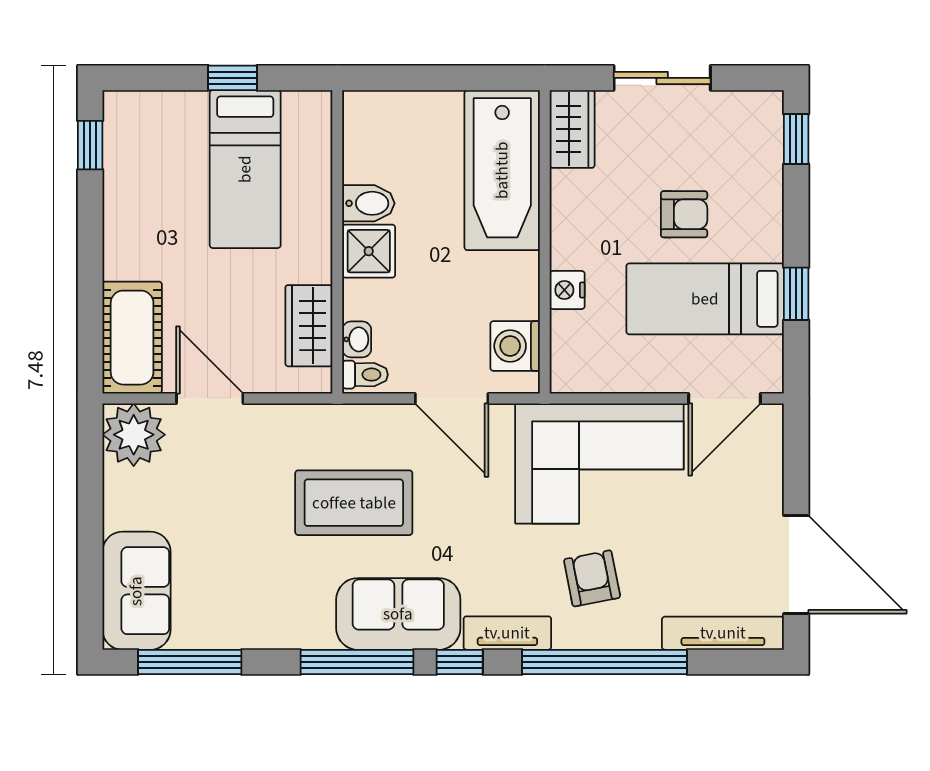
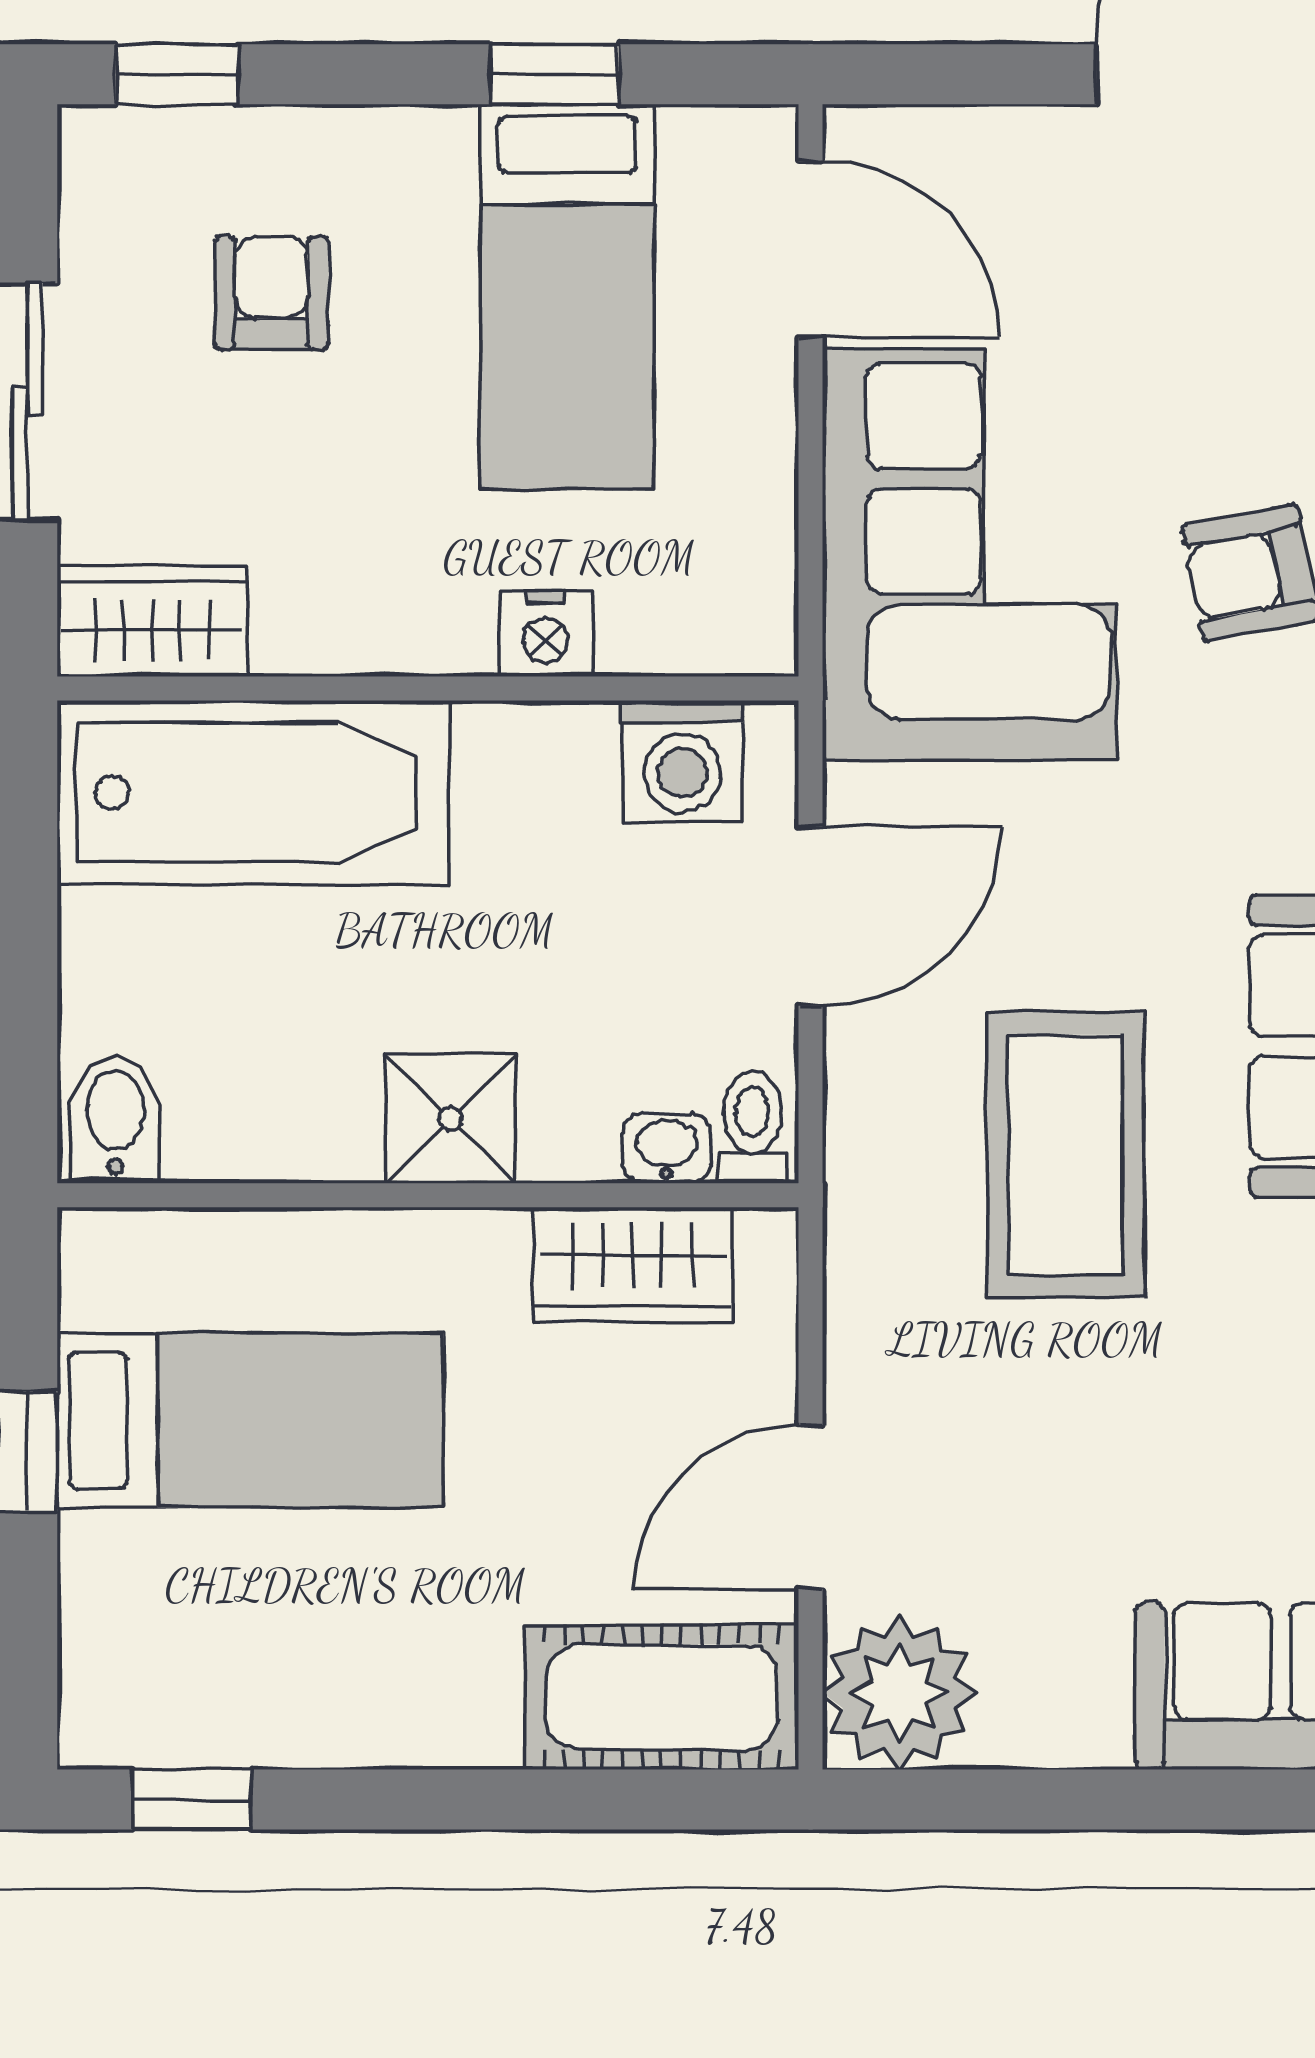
bidet: (368, 203) -> (116, 1119), moved
armchair: (684, 214) -> (271, 293), moved

